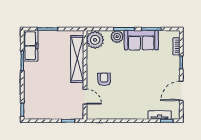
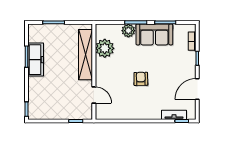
plant: (95, 40) -> (105, 48), moved
freezer: (31, 46) -> (36, 60), moved
armchair: (104, 79) -> (141, 79), moved

